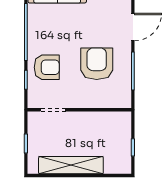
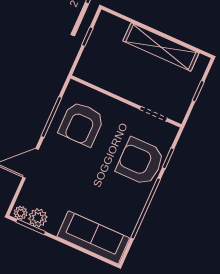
armchair: (97, 64) -> (81, 124), moved
armchair: (47, 67) -> (140, 161), width x1.36, depth x1.36

